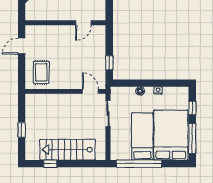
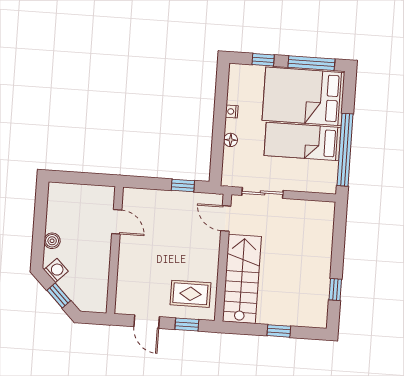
window: (22, 72) -> (187, 325), added
door: (90, 91) -> (226, 218), hinge flipped
stairs: (68, 150) -> (242, 279), moved, turned 180

